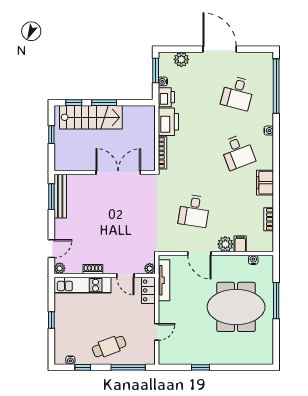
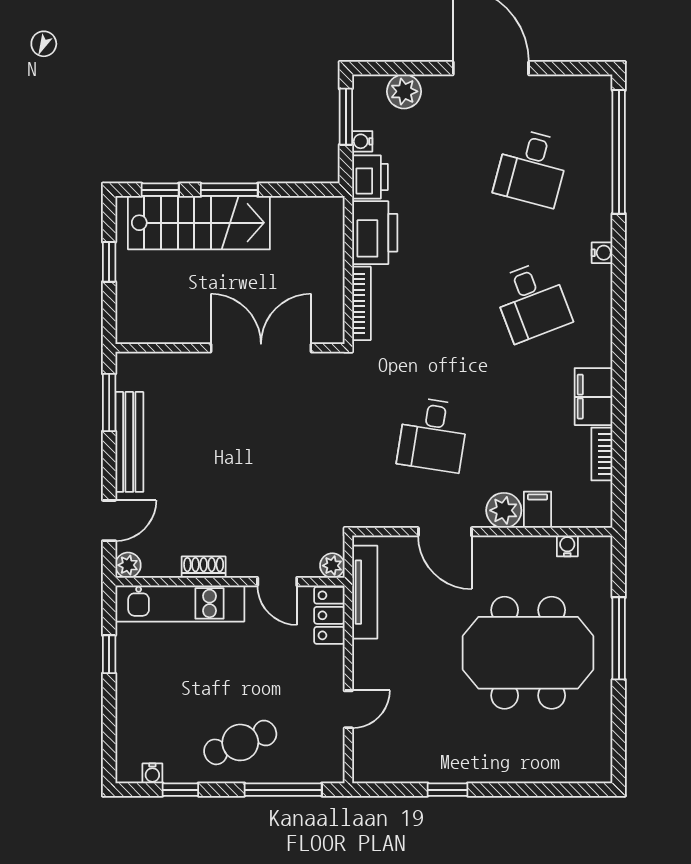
filing cabinet: (265, 183) -> (593, 397), moved
bench: (60, 196) -> (129, 442), moved
window: (51, 320) -> (109, 654), moved

